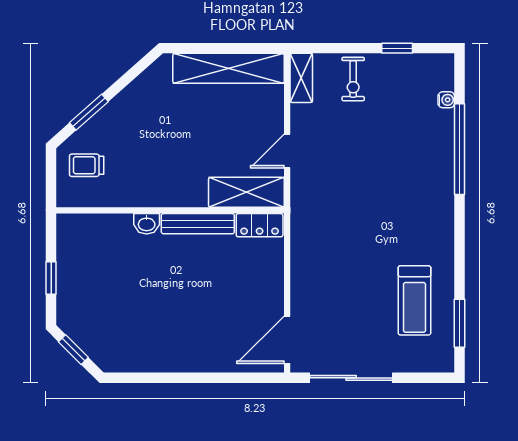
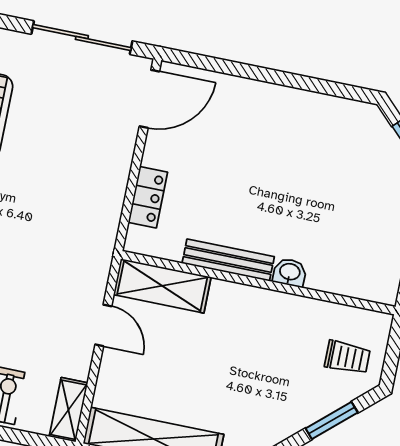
door: (287, 151) -> (103, 325), hinge flipped
locker: (260, 225) -> (148, 197), moved, turned 90

